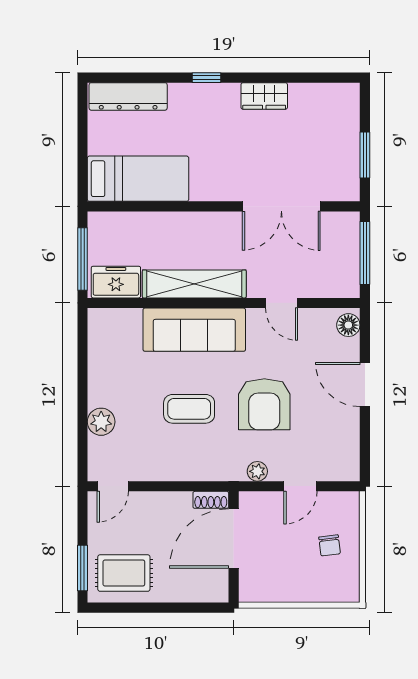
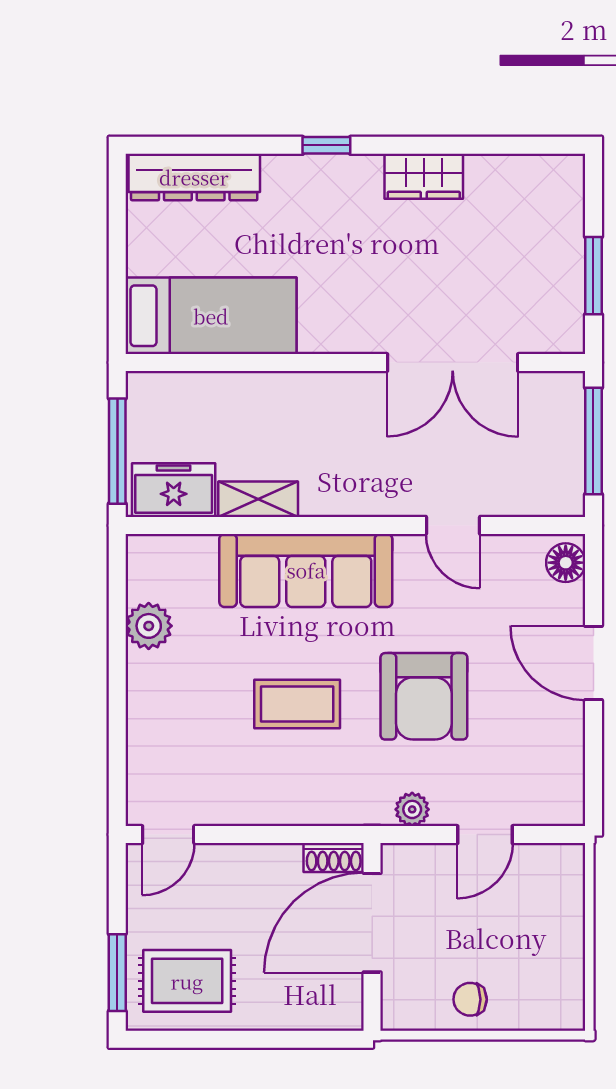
shelving: (194, 284) -> (258, 499), width x0.45, depth x0.75
plant: (101, 422) -> (149, 626), moved
chair: (330, 545) -> (470, 999), moved, turned 97

